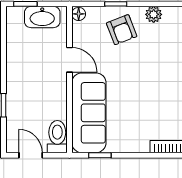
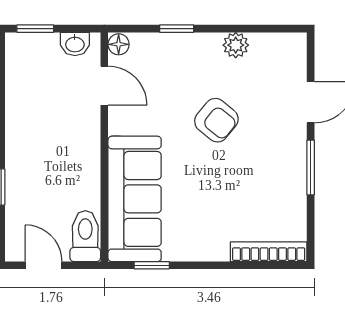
washbasin: (42, 17) -> (75, 44), width x0.52, depth x0.69
armchair: (122, 30) -> (216, 120), moved, turned -30
door: (70, 60) -> (104, 86), moved

